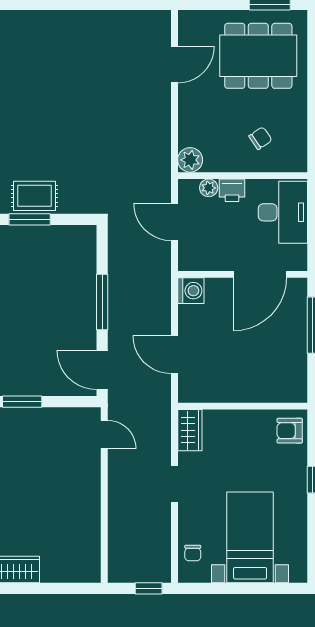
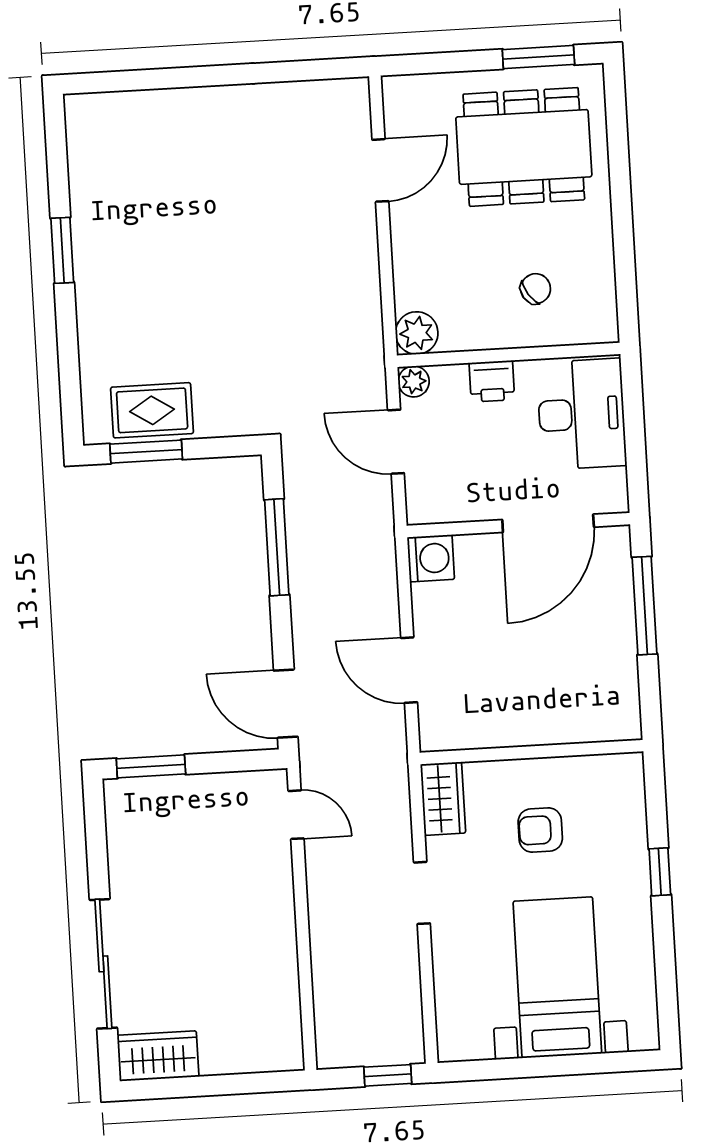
plant: (209, 188) -> (414, 381), moved
window: (102, 302) -> (277, 547), moved
armchair: (290, 431) -> (540, 830), moved
chair: (193, 553) -> (460, 1010), removed

